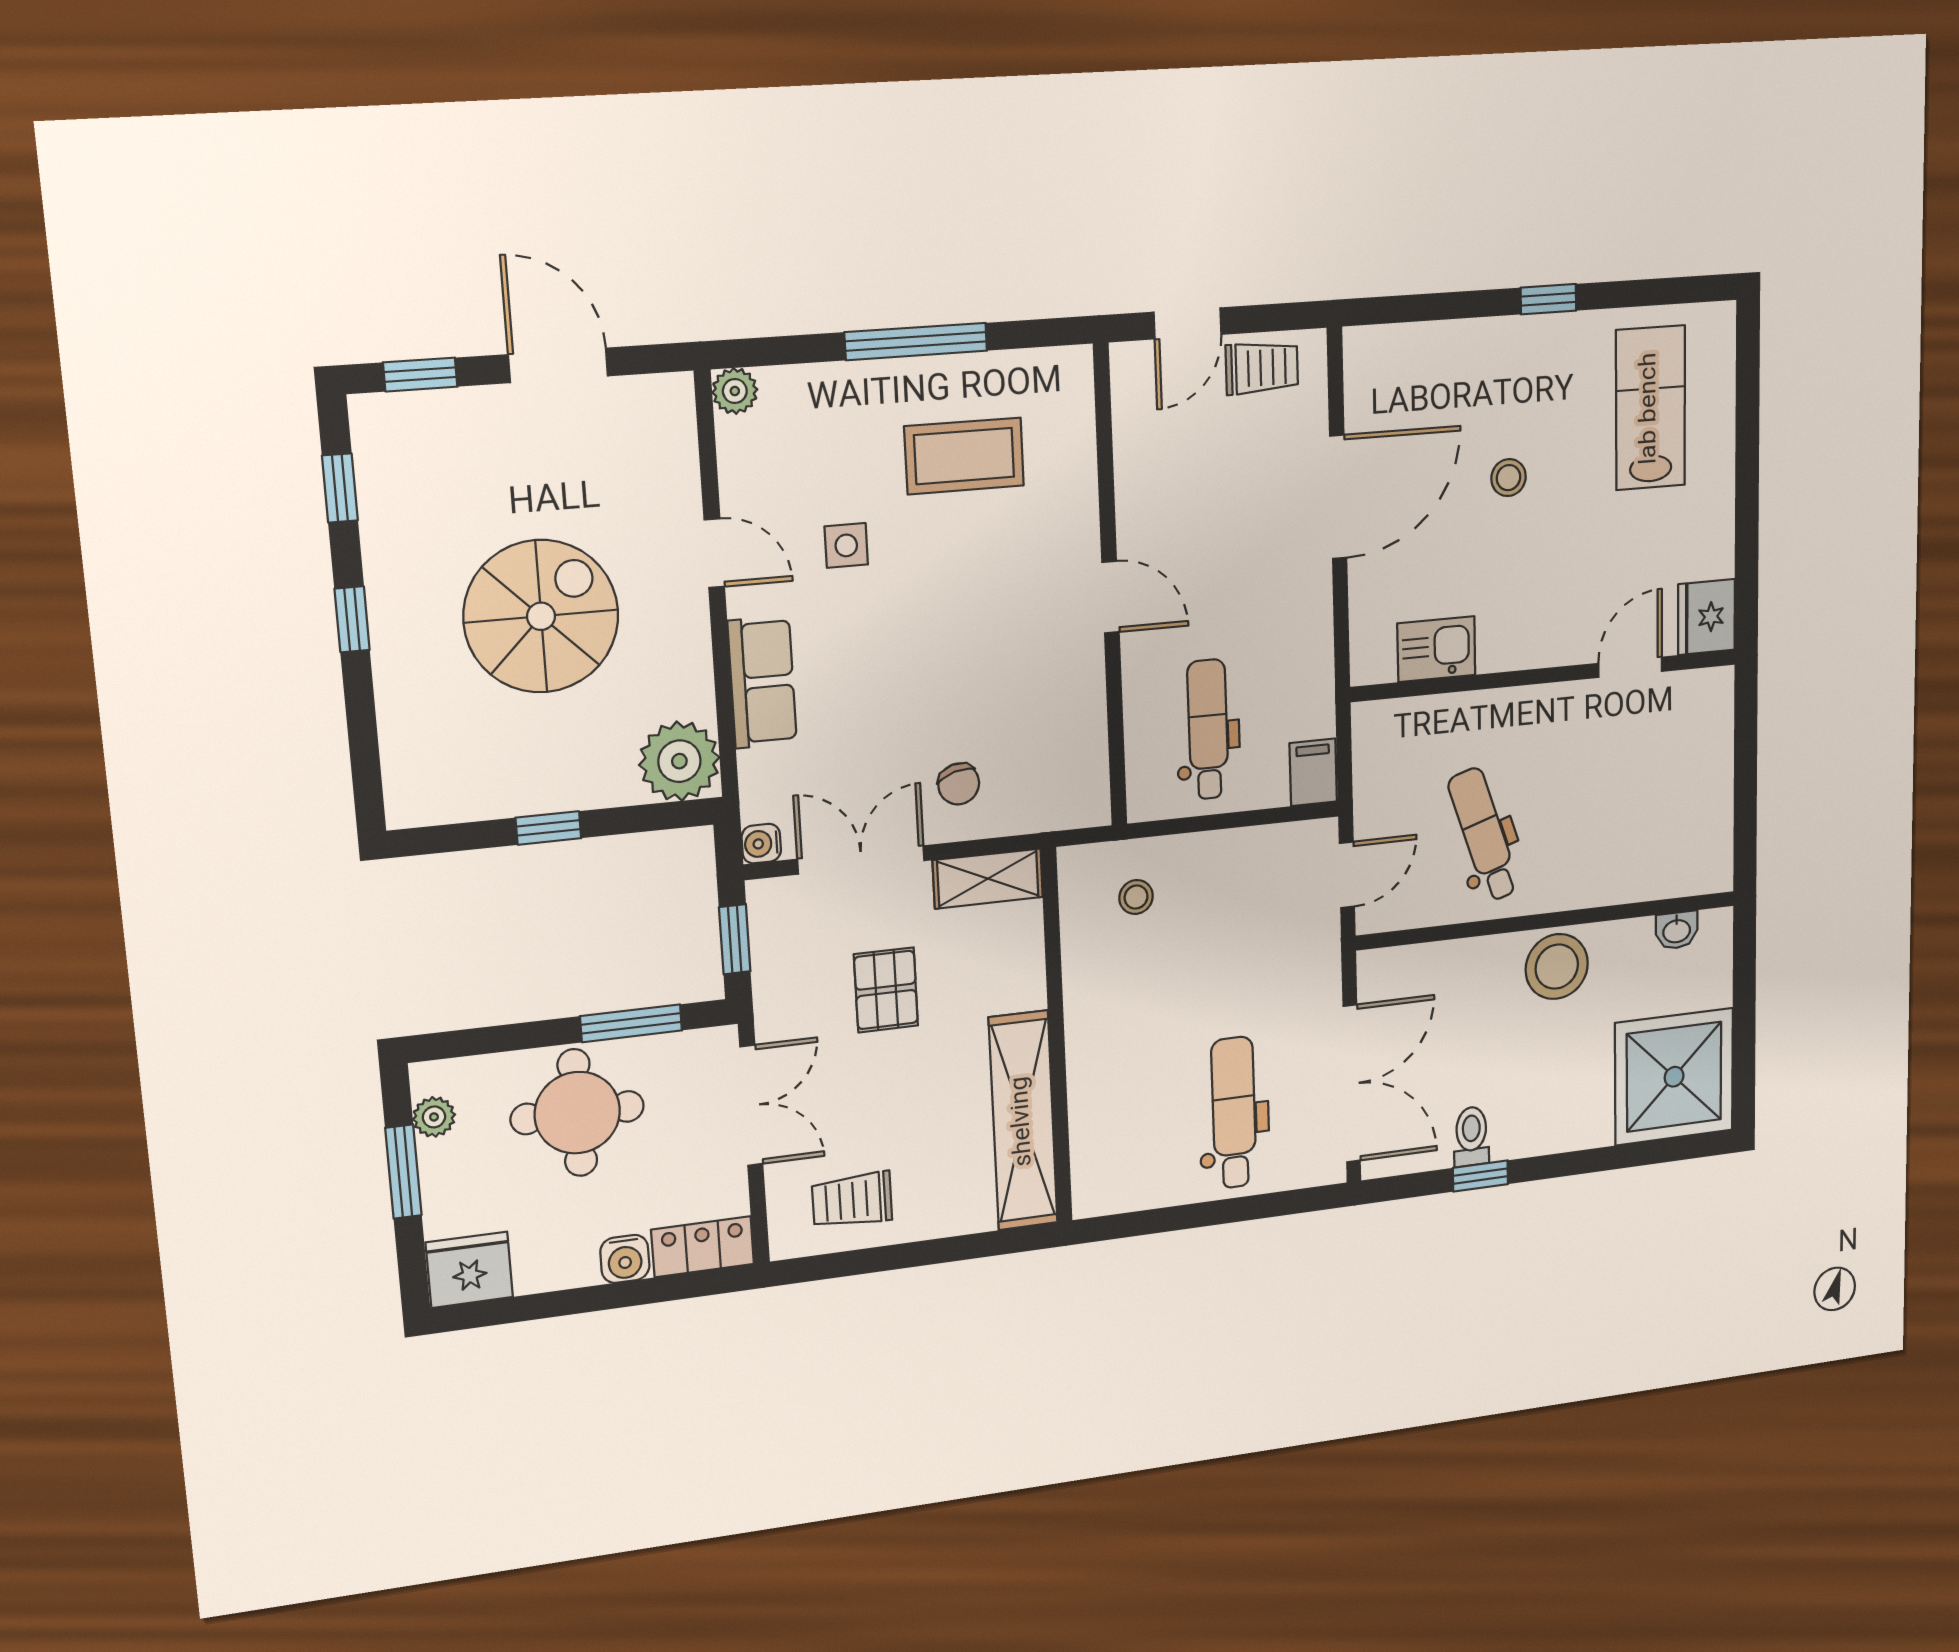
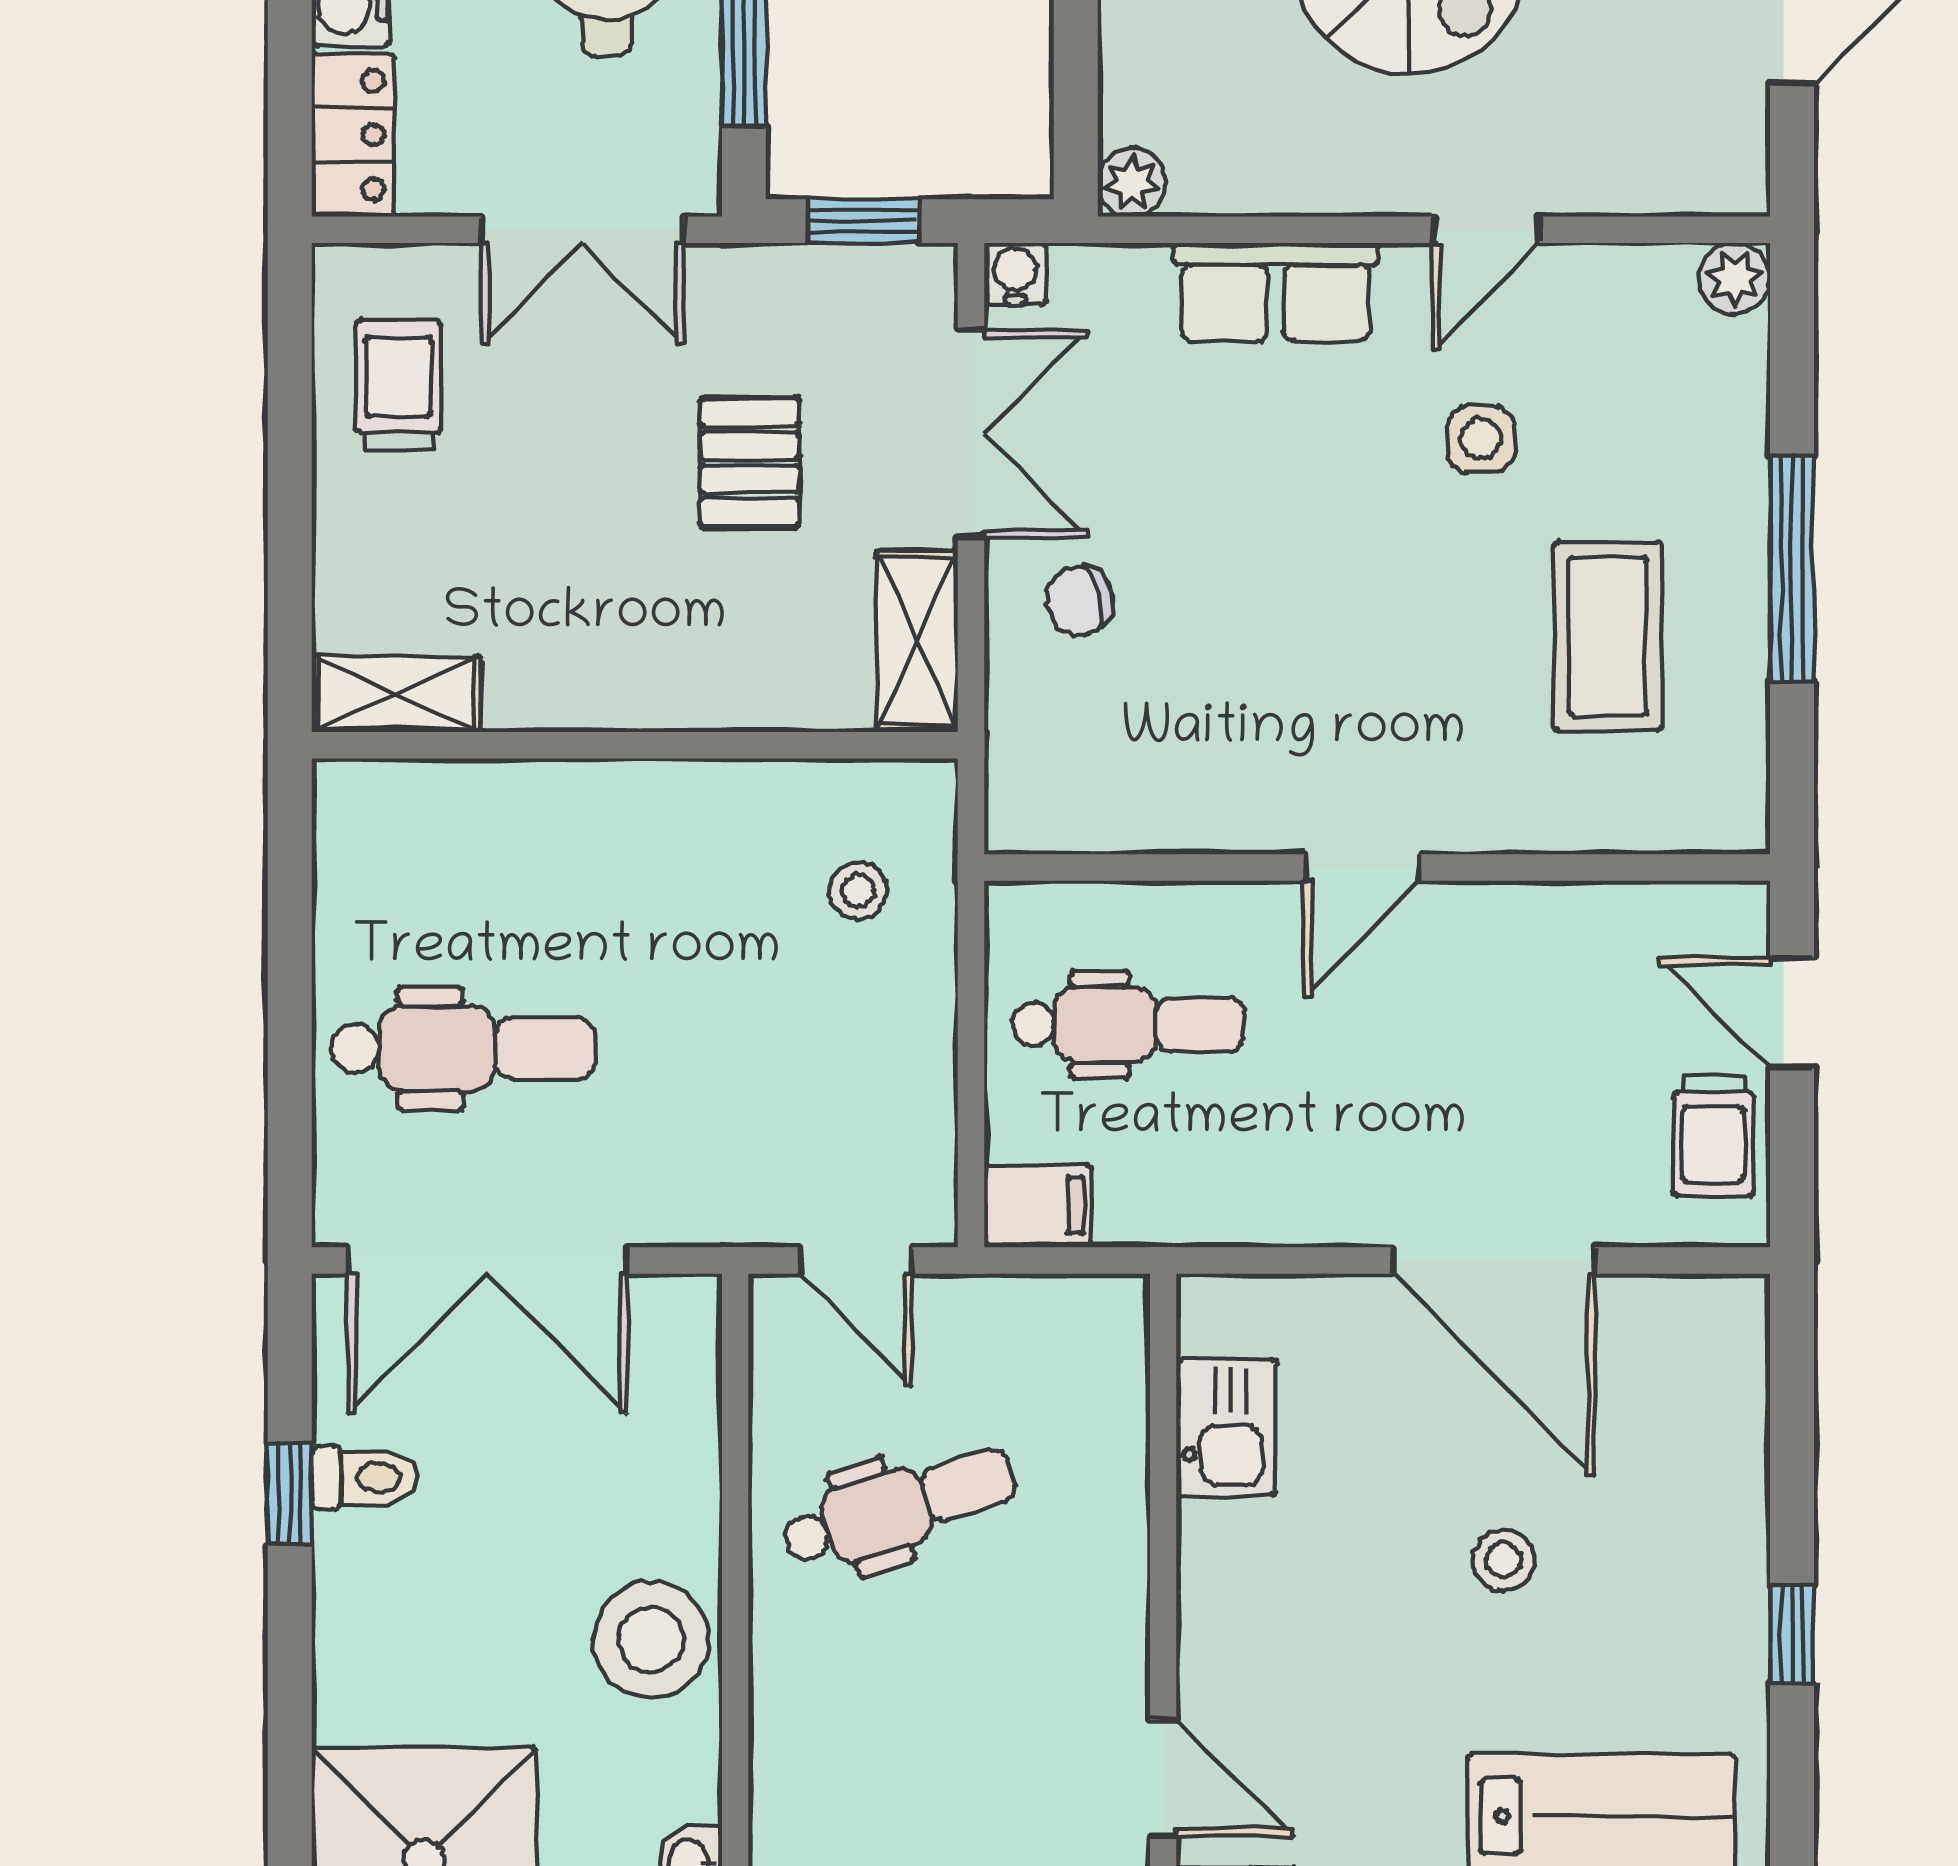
plant: (679, 761) -> (1132, 183), width x0.53, depth x0.53
pallet: (886, 990) -> (750, 462), turned 90
shelving: (1023, 1121) -> (396, 694), width x0.45, depth x0.75

